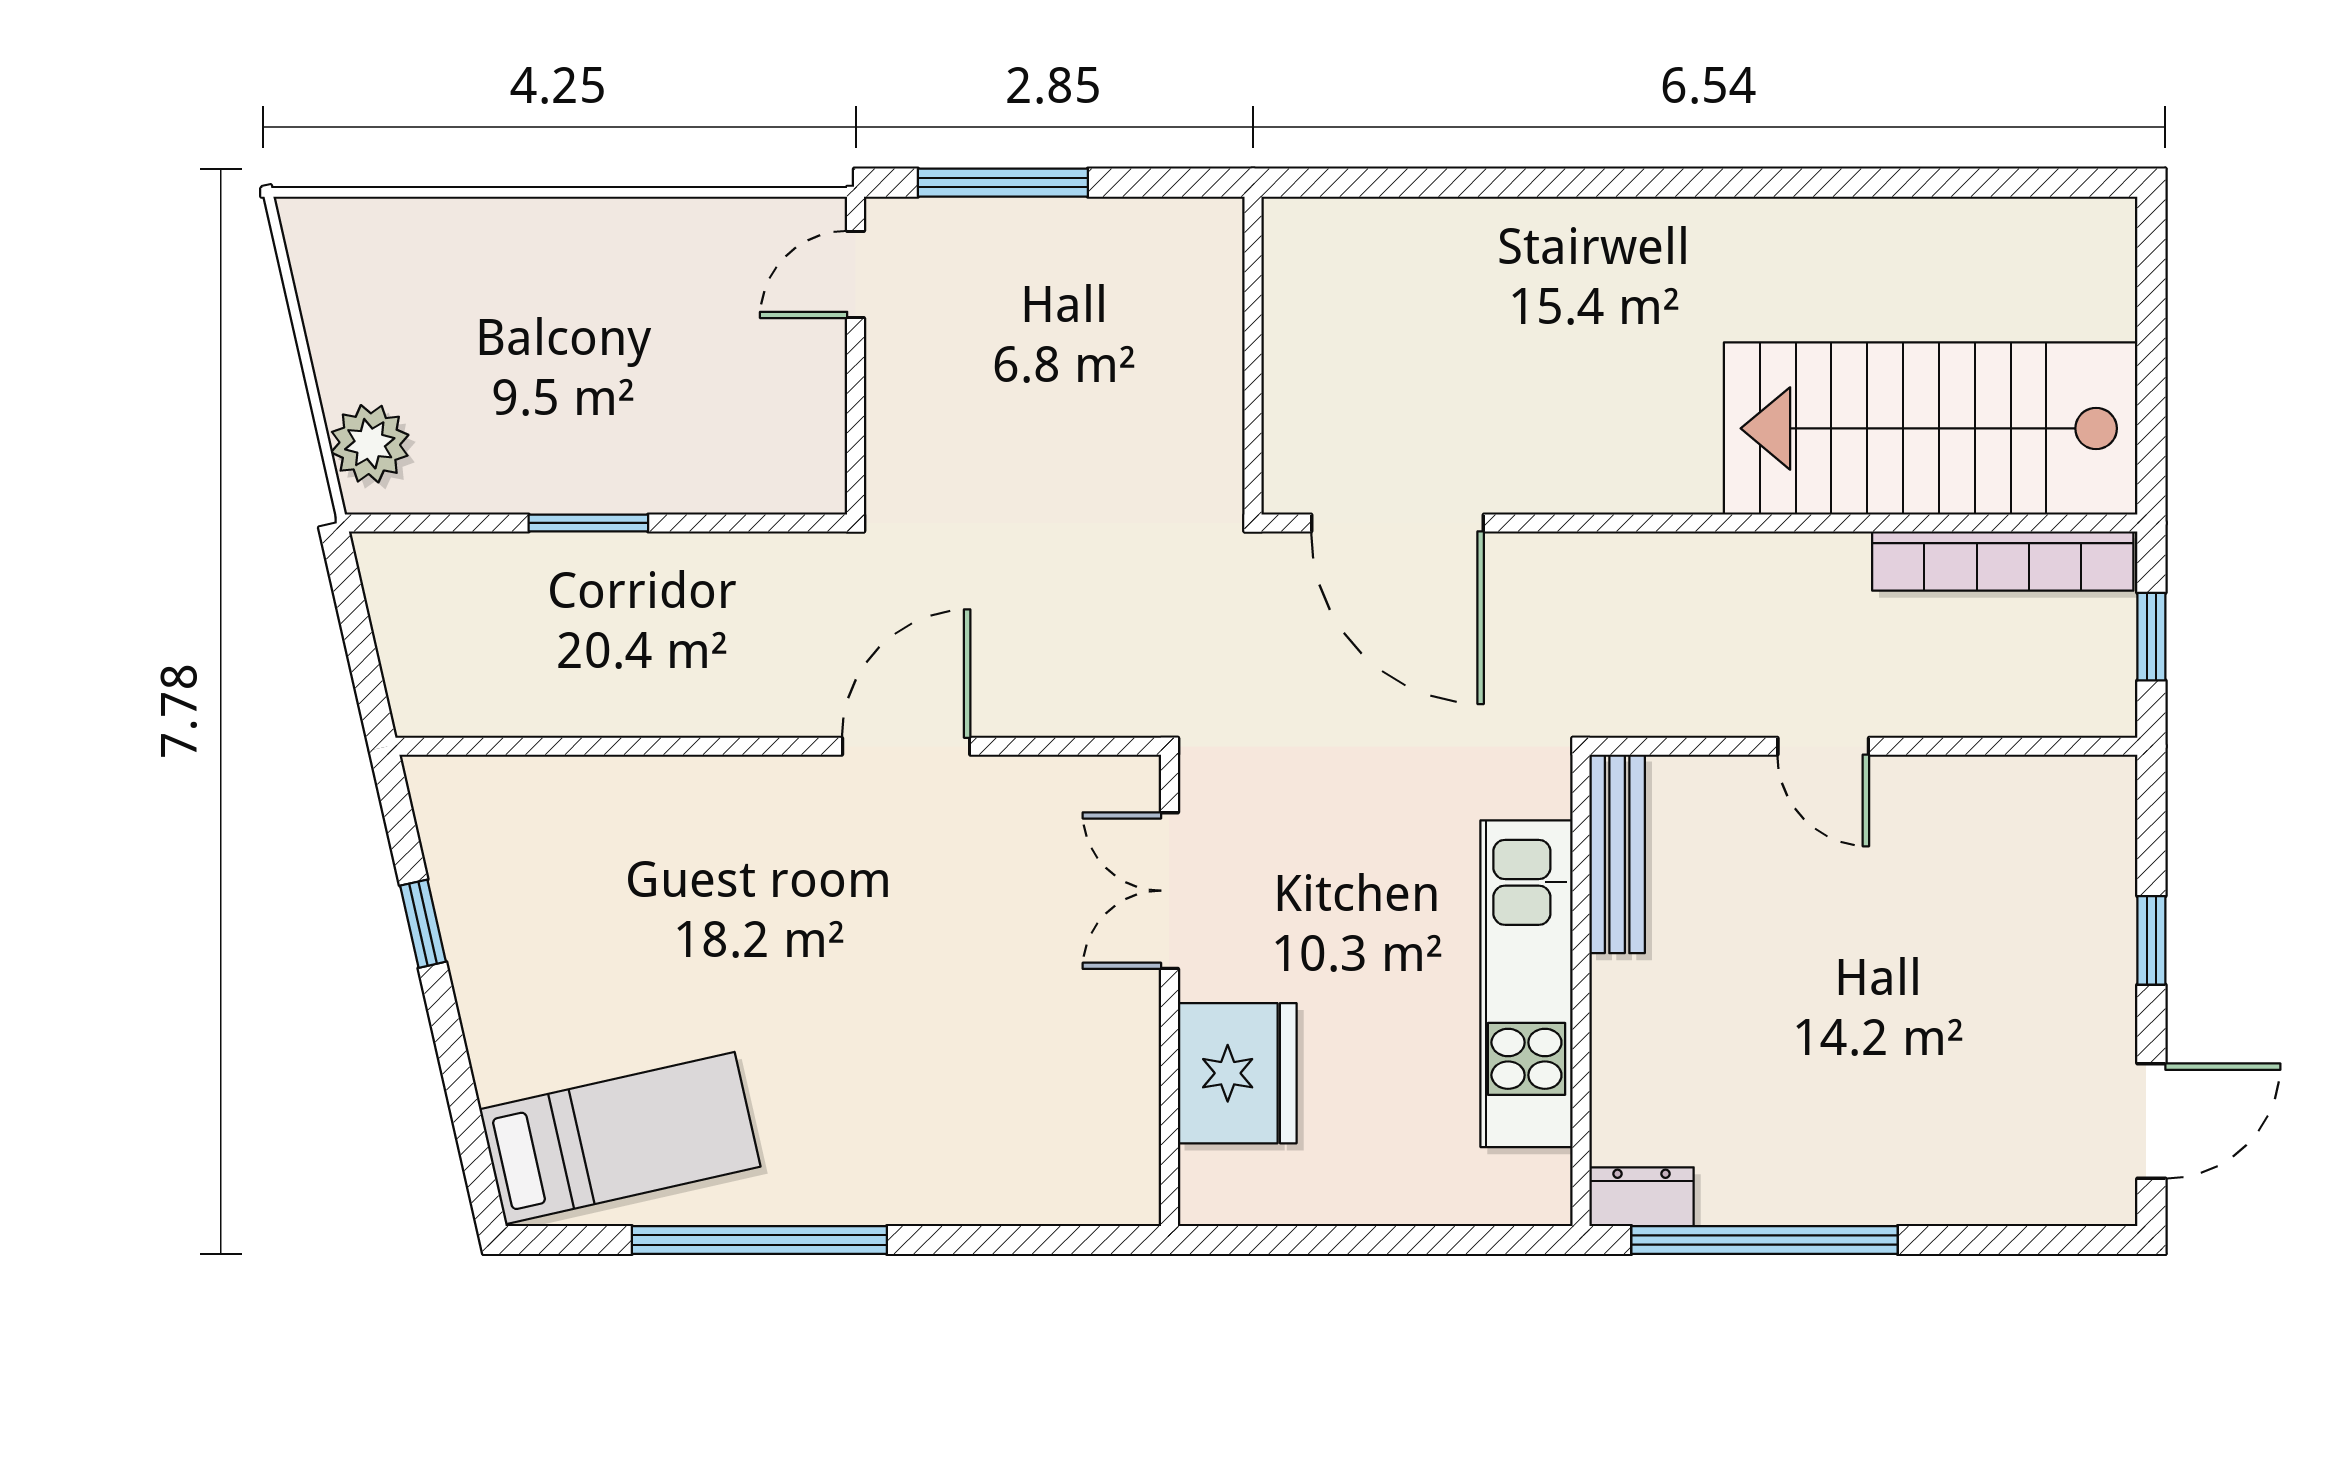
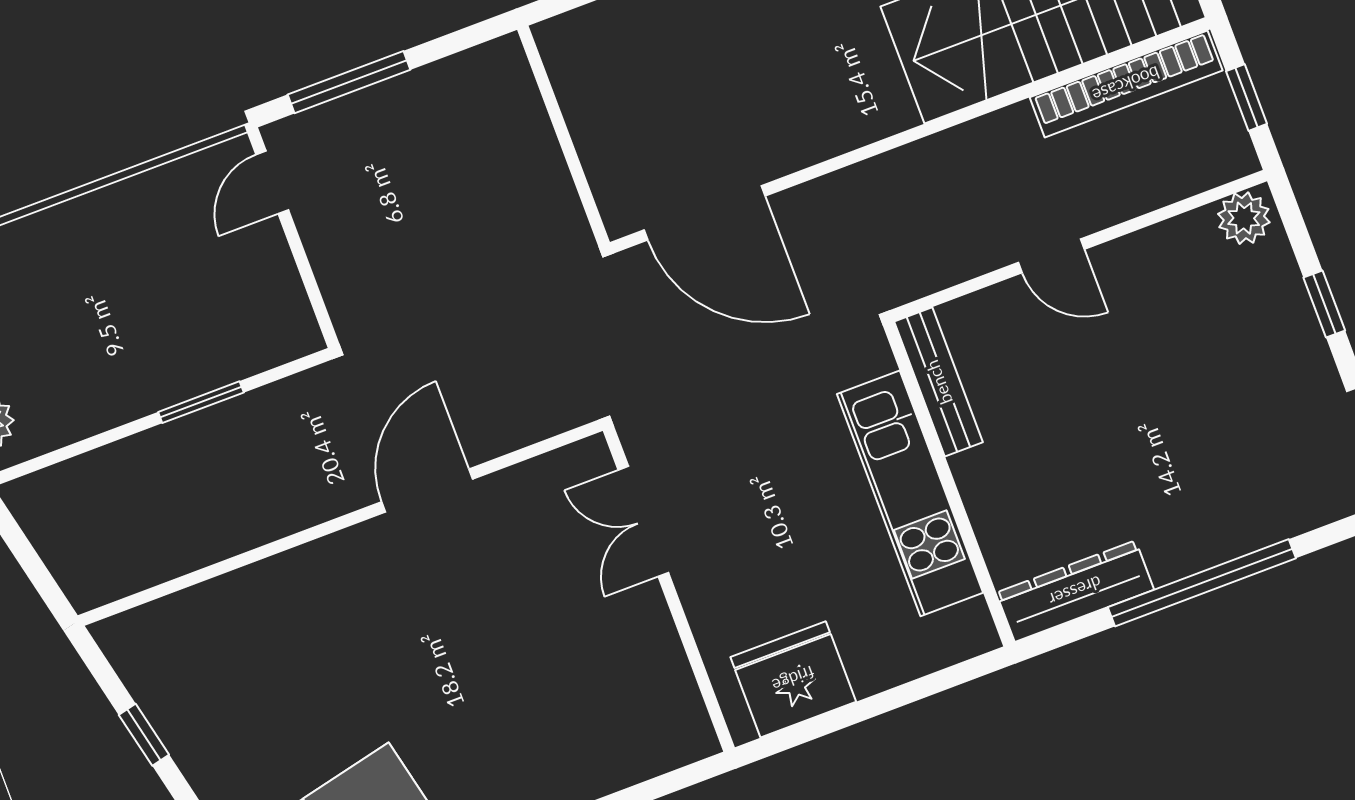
window: (588, 523) -> (201, 402), moved
plant: (2090, 791) -> (1244, 218), added
fridge: (1237, 1073) -> (793, 679), moved, turned -90
dresser: (1641, 1197) -> (1075, 591), width x1.96, depth x1.24
window: (1765, 1240) -> (1202, 583), moved

